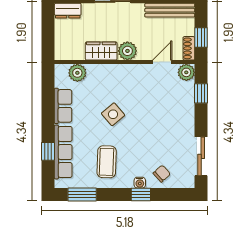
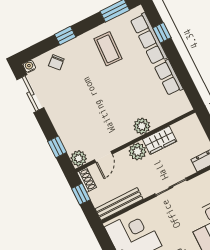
plant: (77, 73) -> (142, 126), moved
side table: (113, 114) -> (123, 92), removed
water cooler: (140, 183) -> (29, 66), moved

